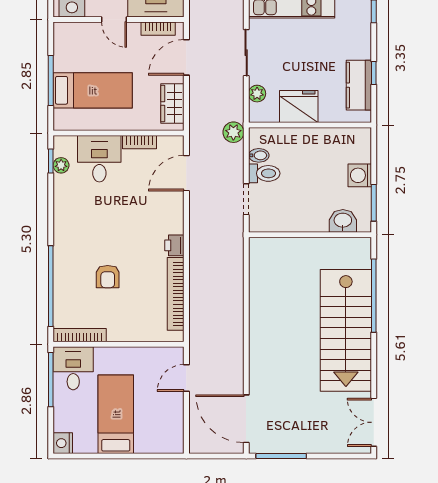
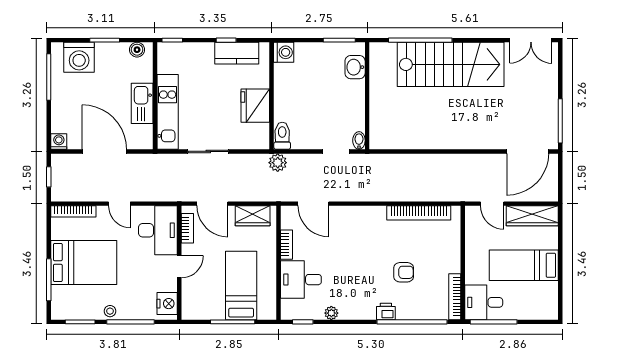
plant: (257, 94) -> (244, 142), removed
bidet: (259, 155) -> (359, 140), moved
plant: (61, 165) -> (331, 313), moved
toilet: (264, 173) -> (282, 136), moved
washing machine: (360, 175) -> (284, 52), moved, turned -90
printer: (174, 245) -> (386, 311), moved, turned 180
wardrobe: (172, 424) -> (532, 216), added
nightstand: (63, 443) -> (549, 311), removed

